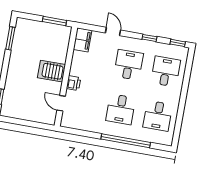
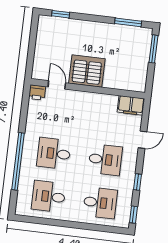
window: (54, 21) -> (154, 49), moved
server rack: (51, 71) -> (87, 71), width x1.60
printer: (74, 83) -> (37, 92), moved
door: (61, 103) -> (57, 85), hinge flipped

